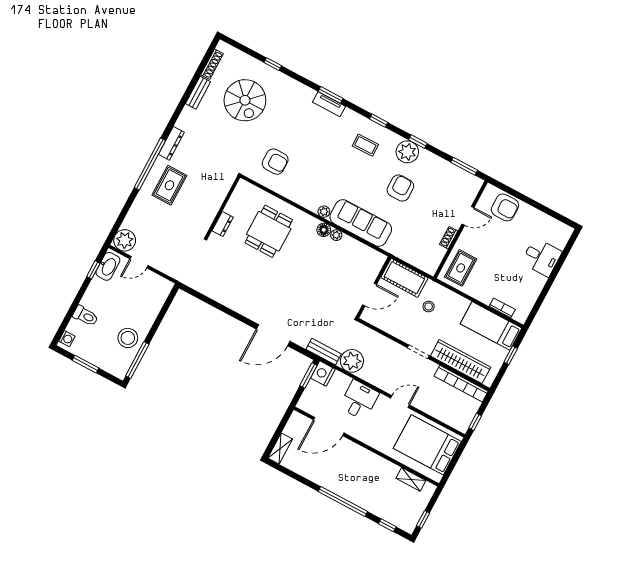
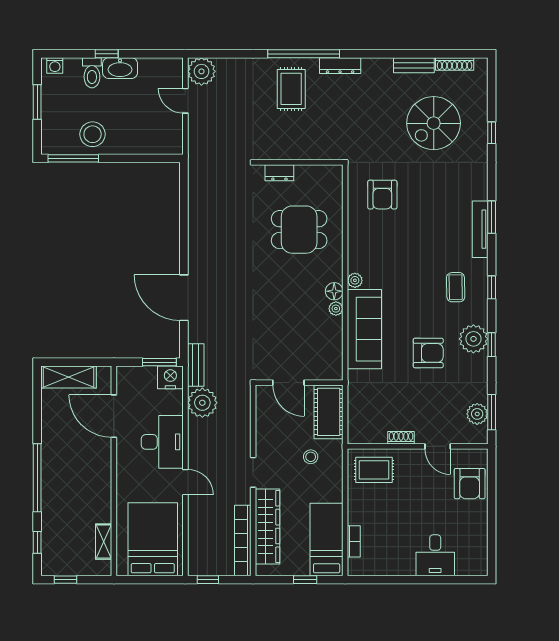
tv unit: (329, 104) -> (480, 229), width x1.41
plant: (460, 177) -> (477, 414), added
rug: (169, 185) -> (291, 89), turned 90
washbasin: (108, 266) -> (120, 68), moved
window: (93, 270) -> (107, 54), moved
desk: (359, 400) -> (162, 442), width x1.37
shelving: (280, 448) -> (69, 377), width x1.50, depth x1.33

